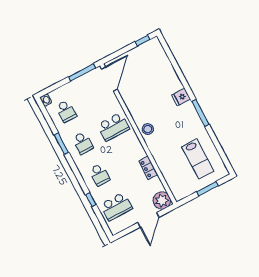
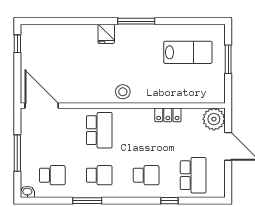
window: (82, 72) -> (17, 153), moved

